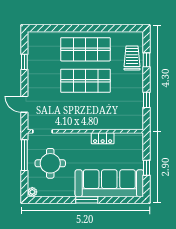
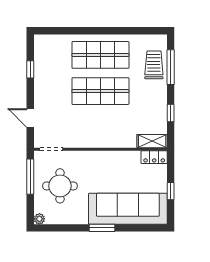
window: (147, 60) -> (171, 67), width x2.17
shelving: (130, 124) -> (152, 141), added
locker: (103, 138) -> (154, 157), moved

